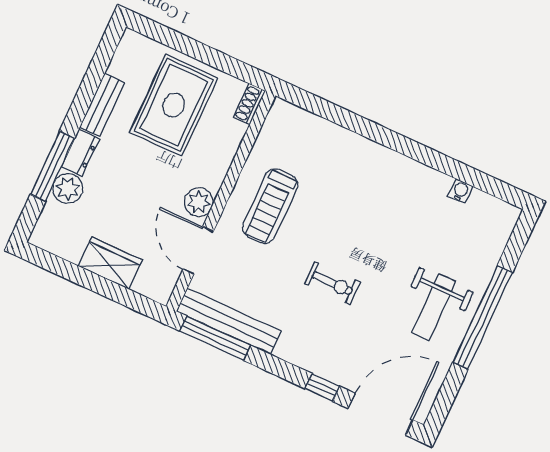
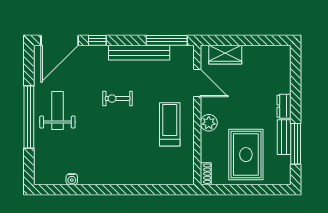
window: (53, 166) -> (296, 144), moved
plant: (68, 188) -> (282, 84), removed
plant: (199, 202) -> (209, 123), moved
wardrobe: (110, 263) -> (225, 55), moved
bench: (229, 321) -> (139, 53), moved

